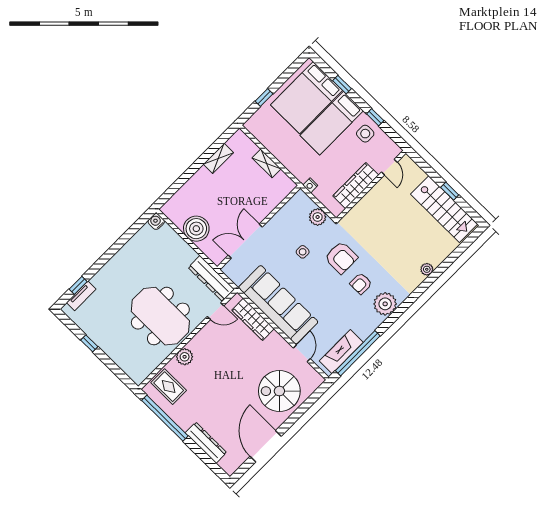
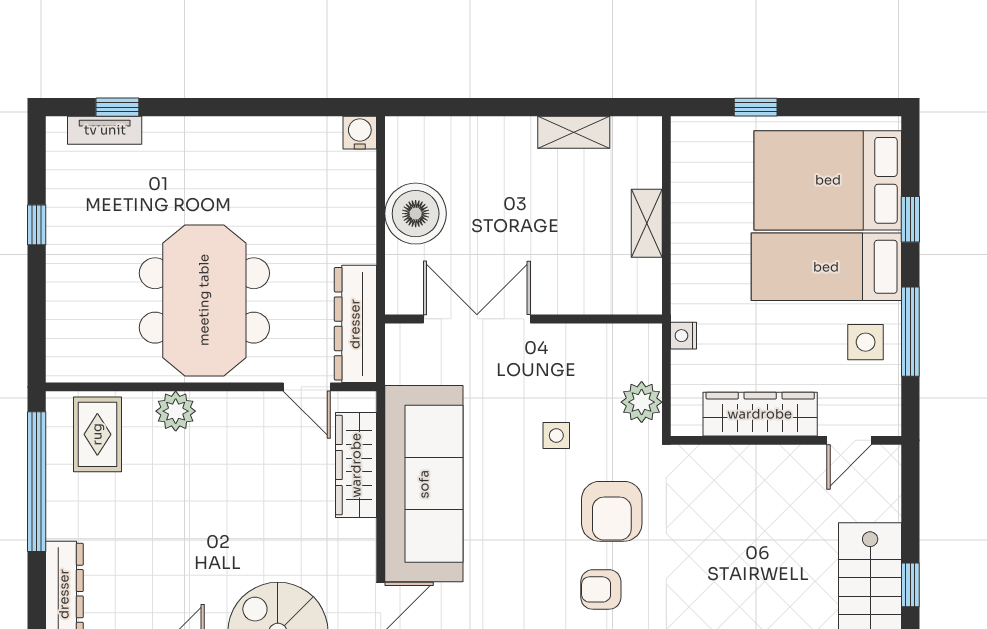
window: (375, 117) -> (910, 332), width x2.17

